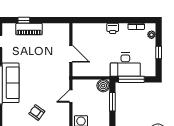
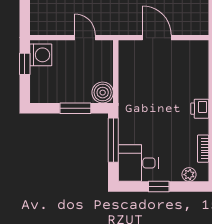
door: (71, 54) -> (157, 38), swing flipped
desk: (125, 65) -> (138, 163), moved, width x0.73

